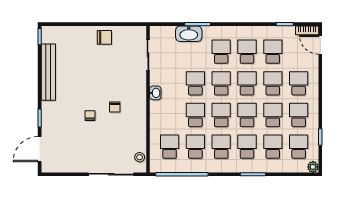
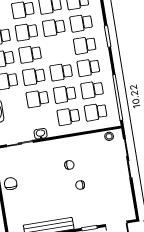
washbasin: (155, 93) -> (41, 134), moved
school desk: (247, 115) -> (68, 117), moved

